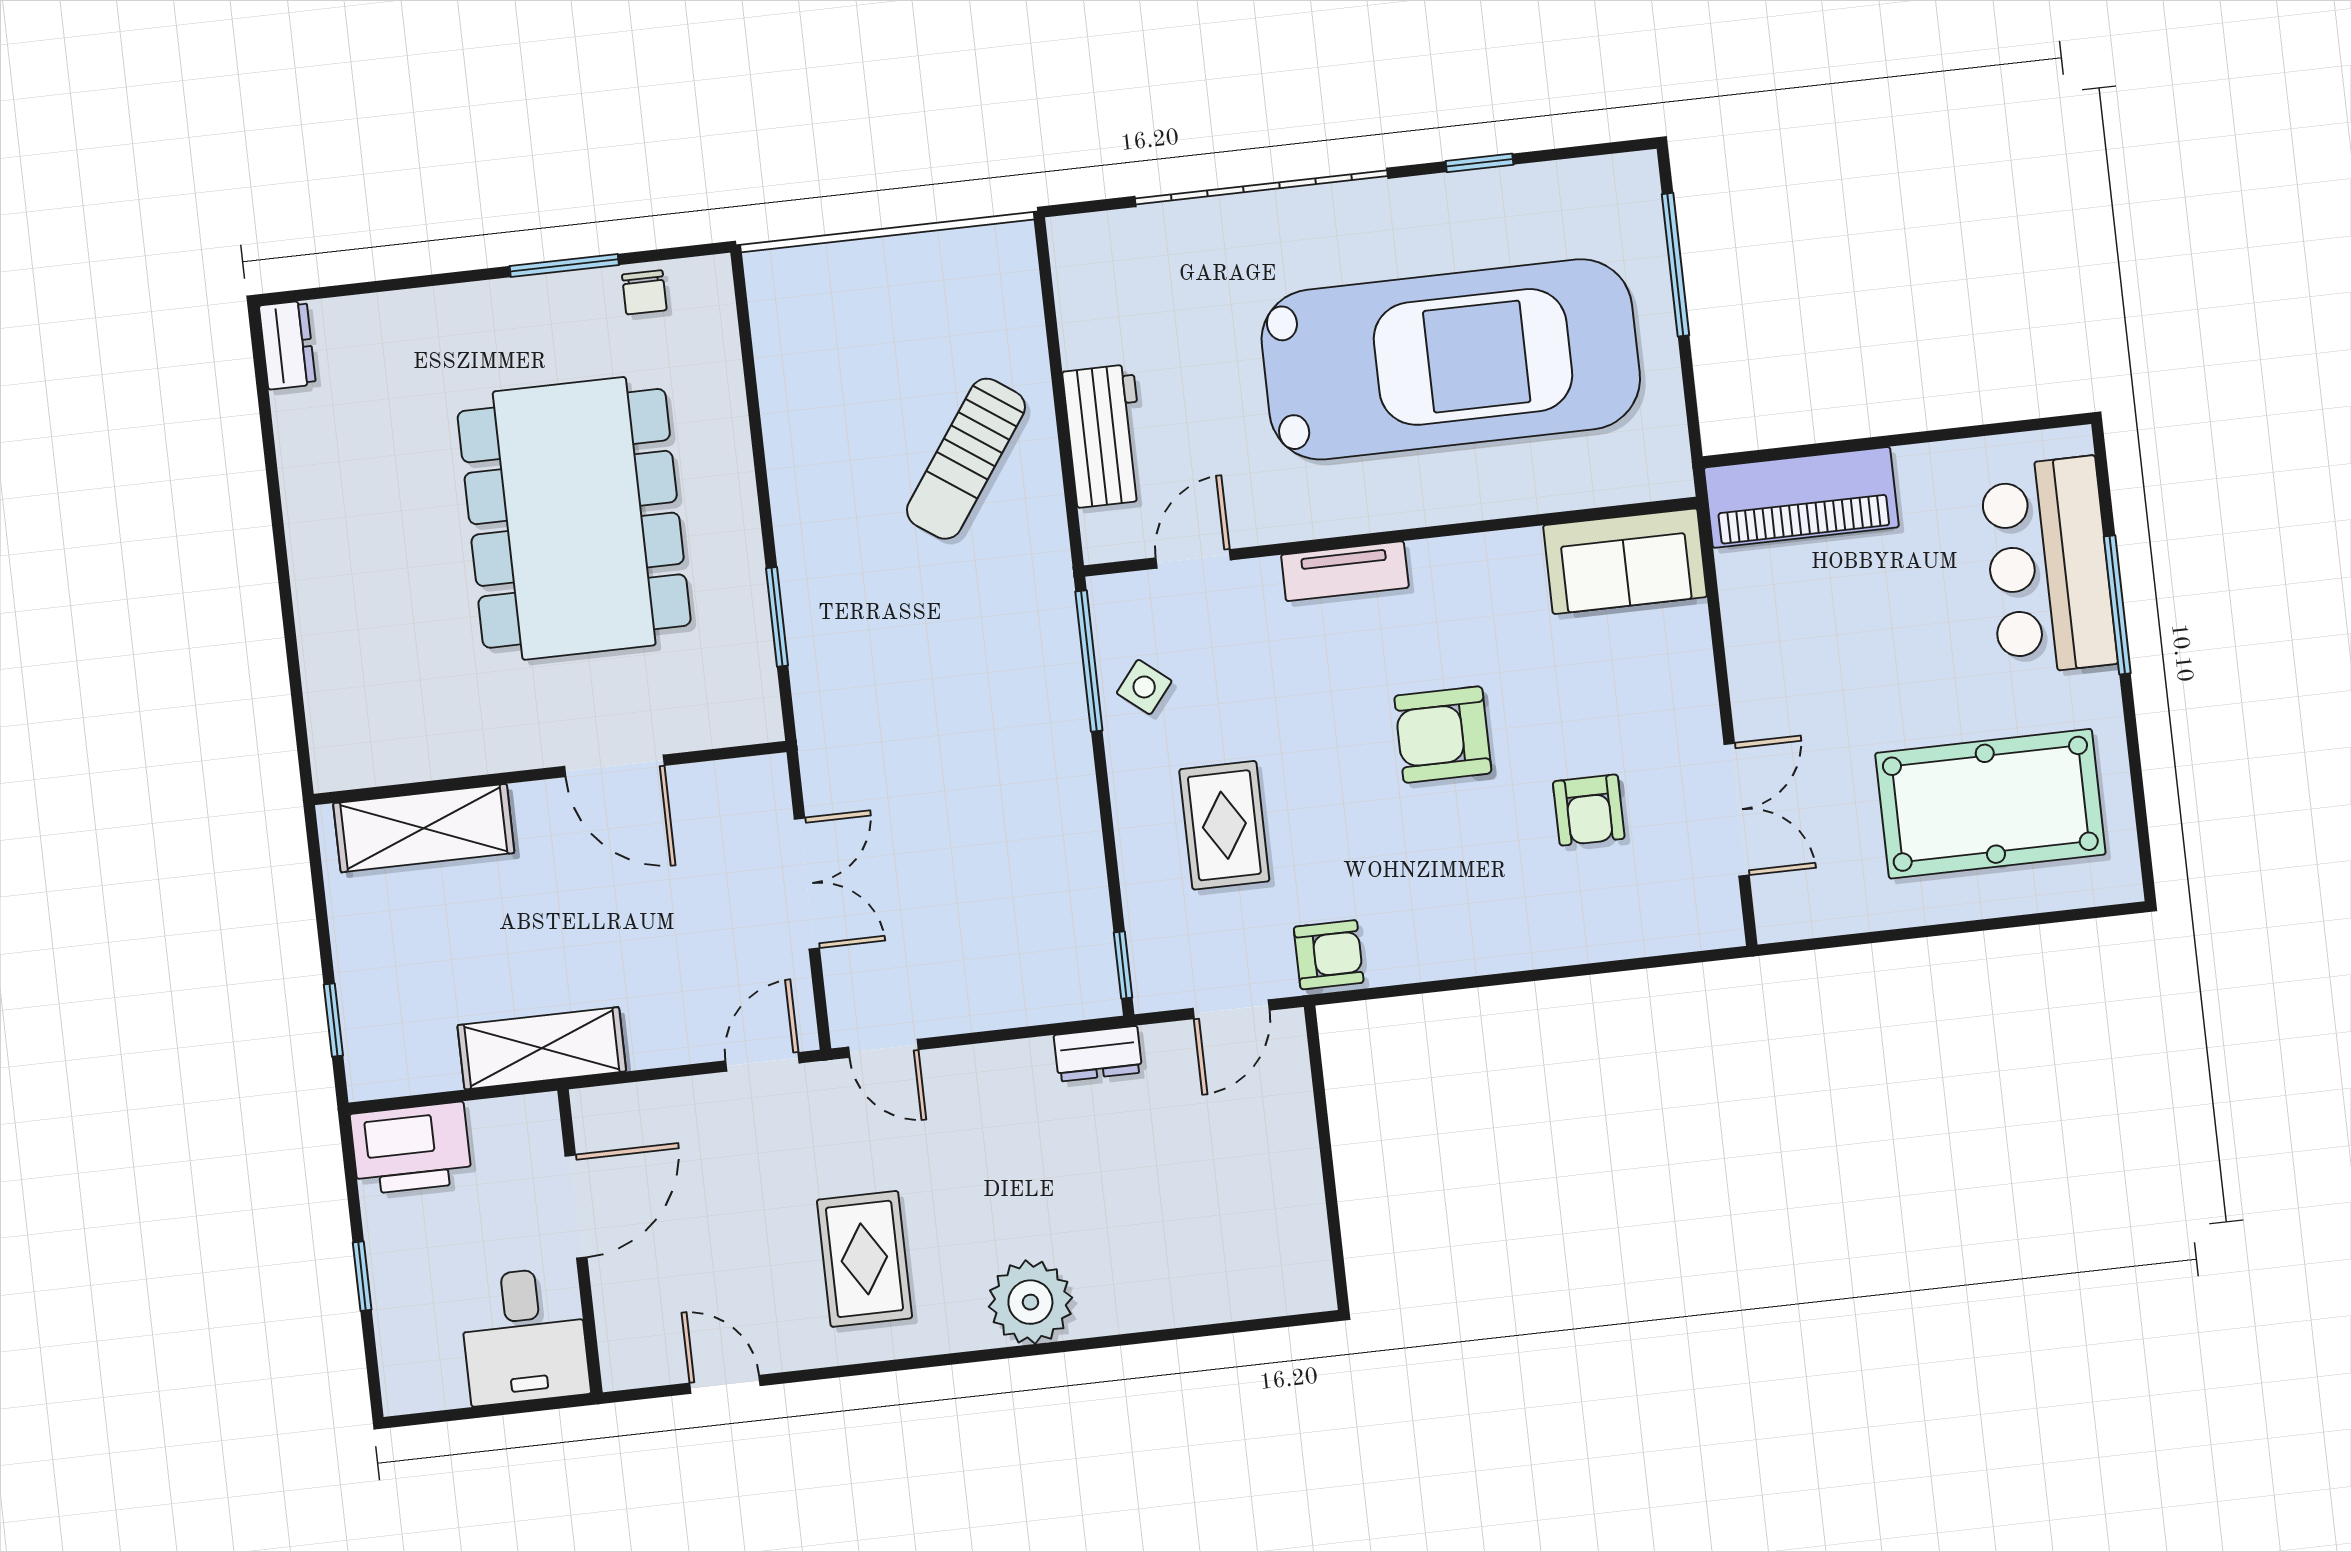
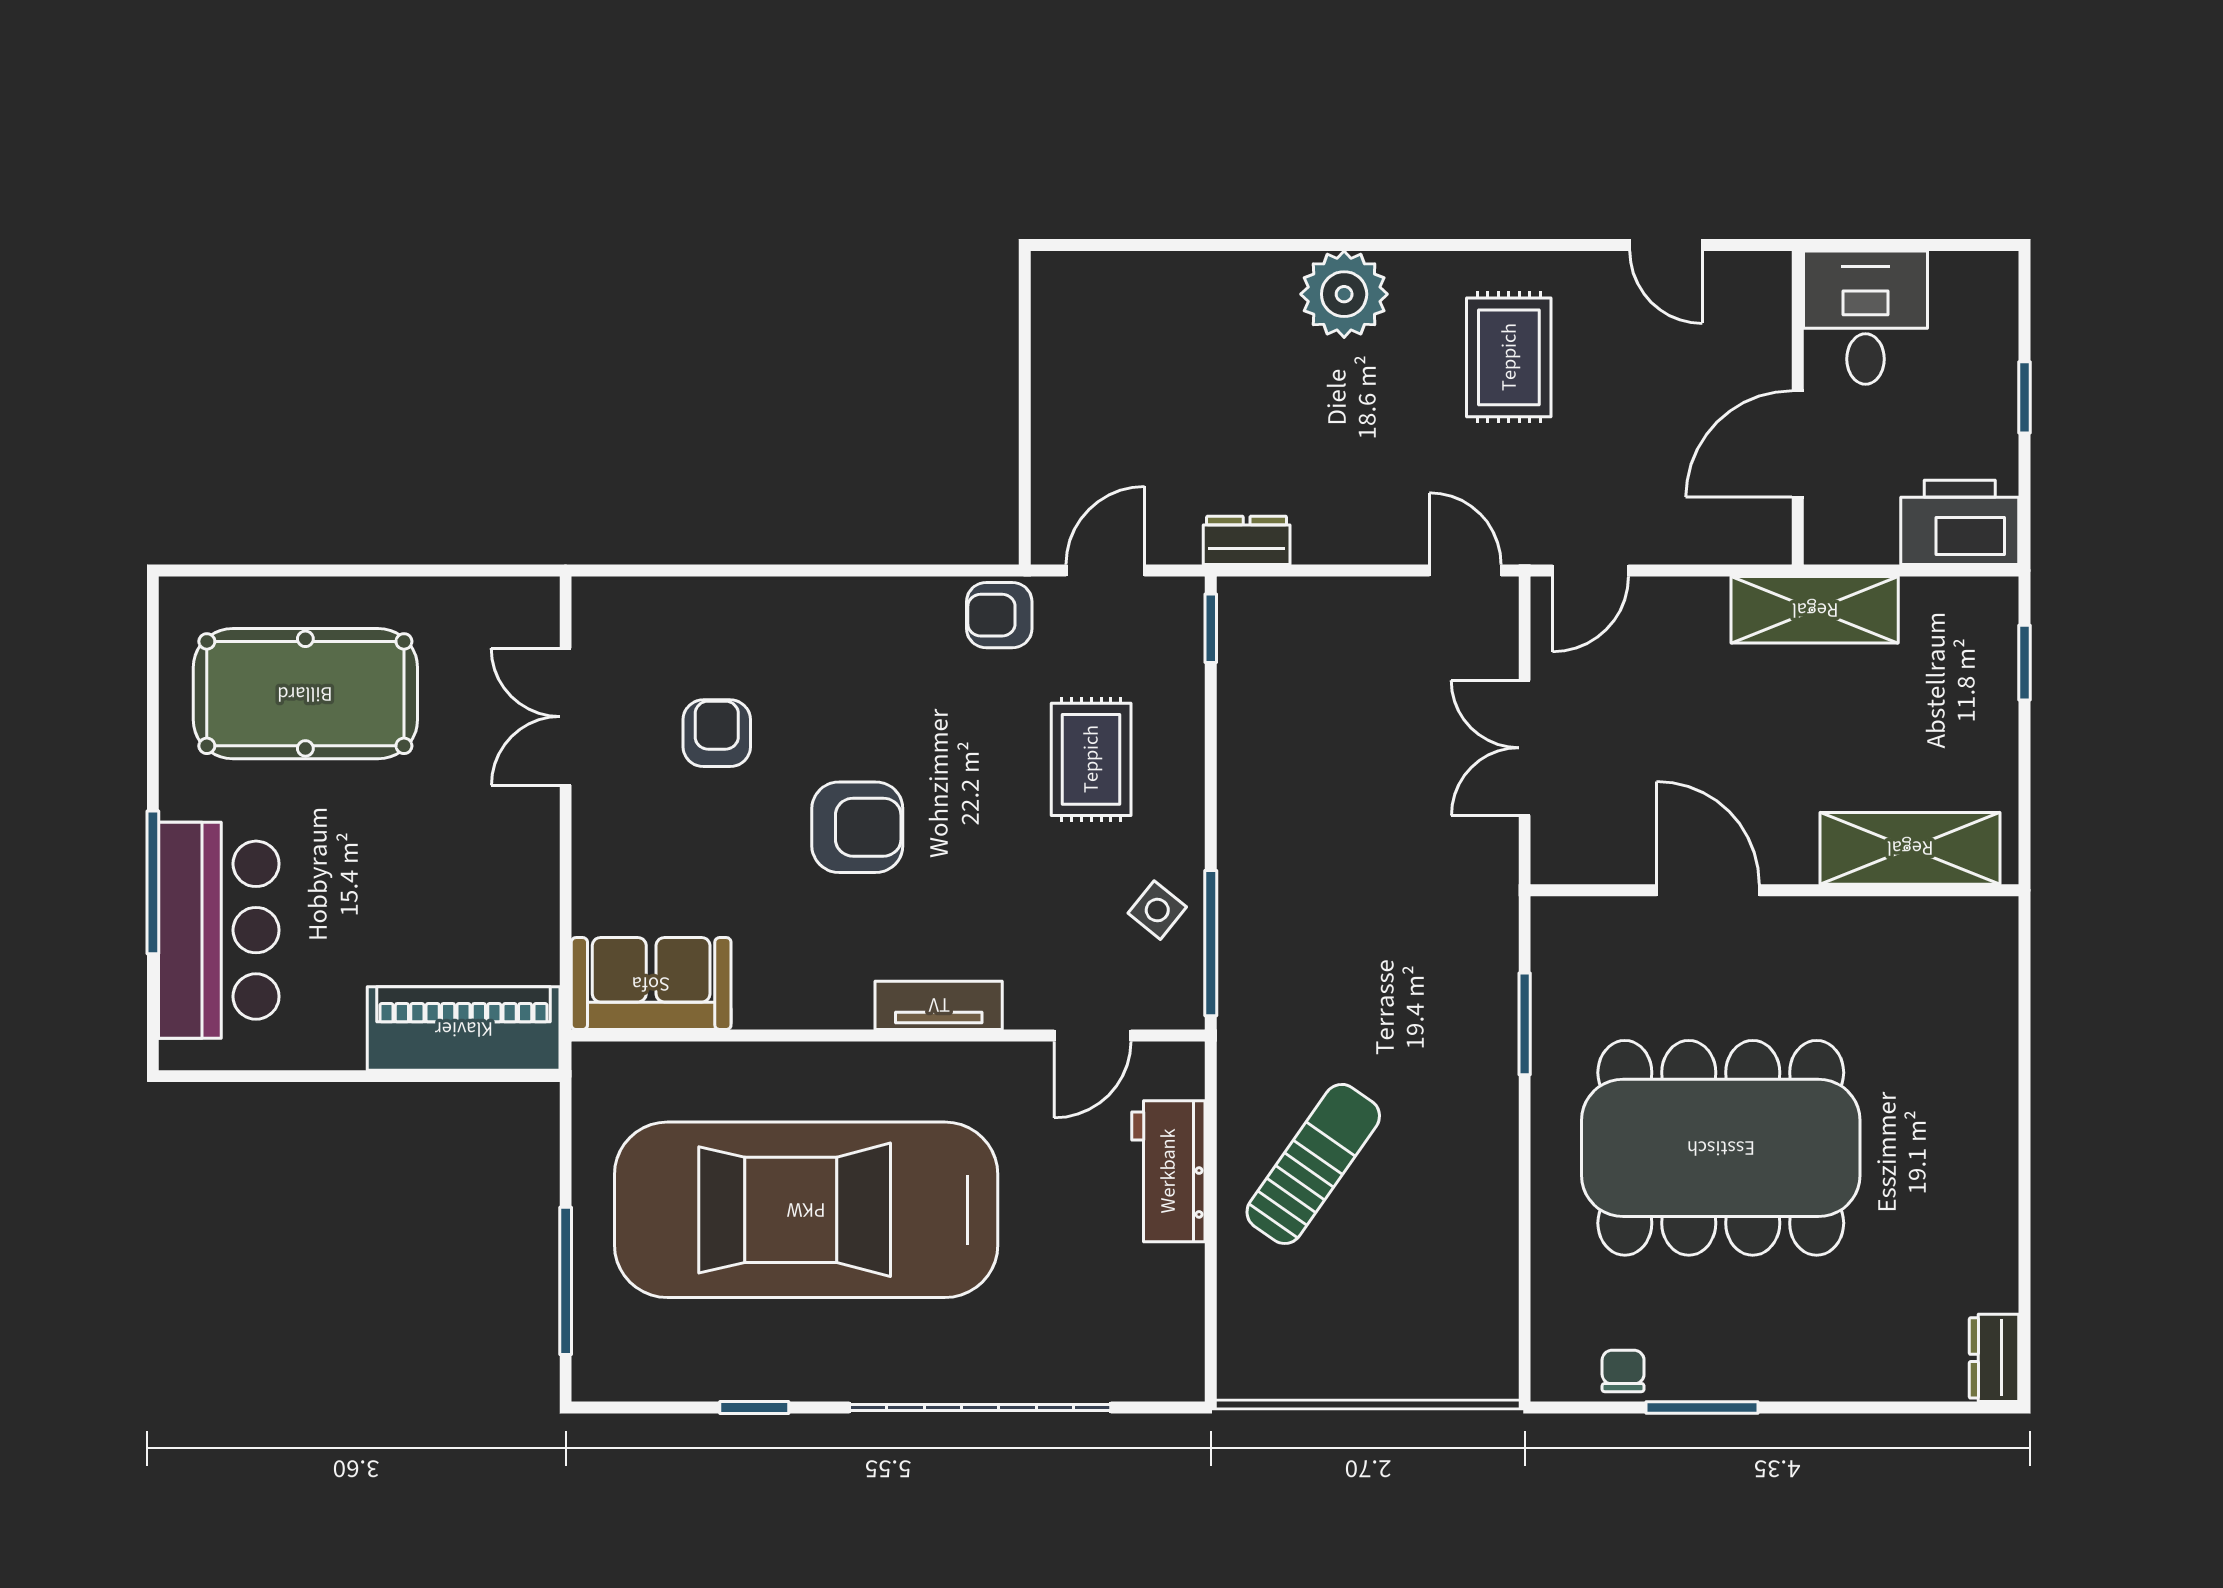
dining table: (574, 518) -> (1721, 1148), turned 90

